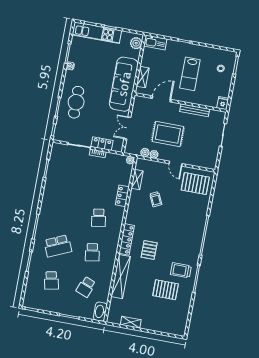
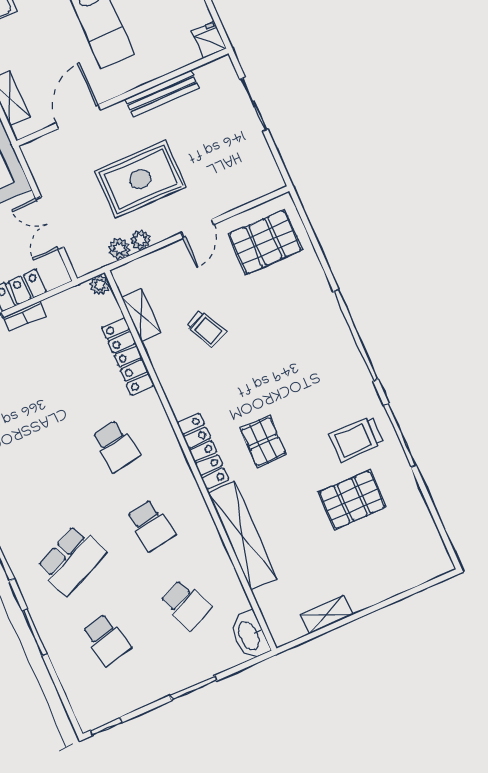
door: (176, 164) -> (197, 229), hinge flipped
locker: (122, 196) -> (128, 356), width x1.53
school desk: (86, 287) -> (186, 605), turned -45

